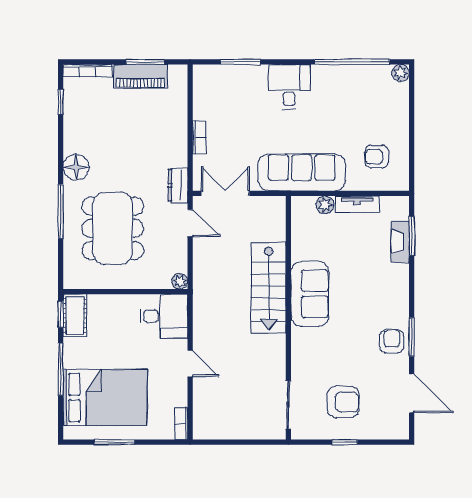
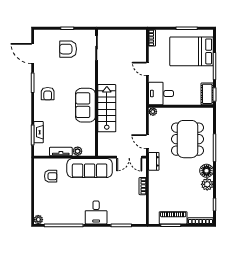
plant: (75, 141) -> (207, 184), added
armchair: (392, 341) -> (48, 94), moved

